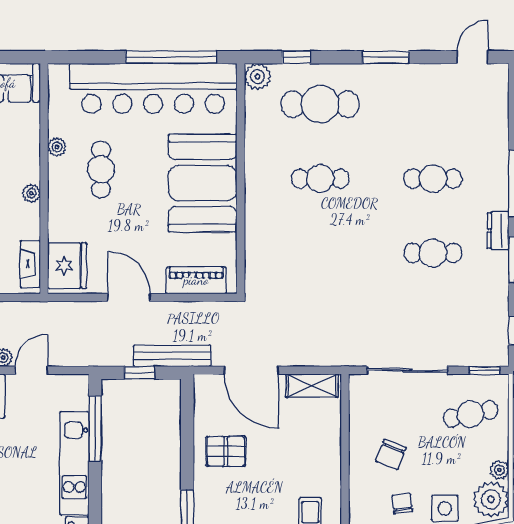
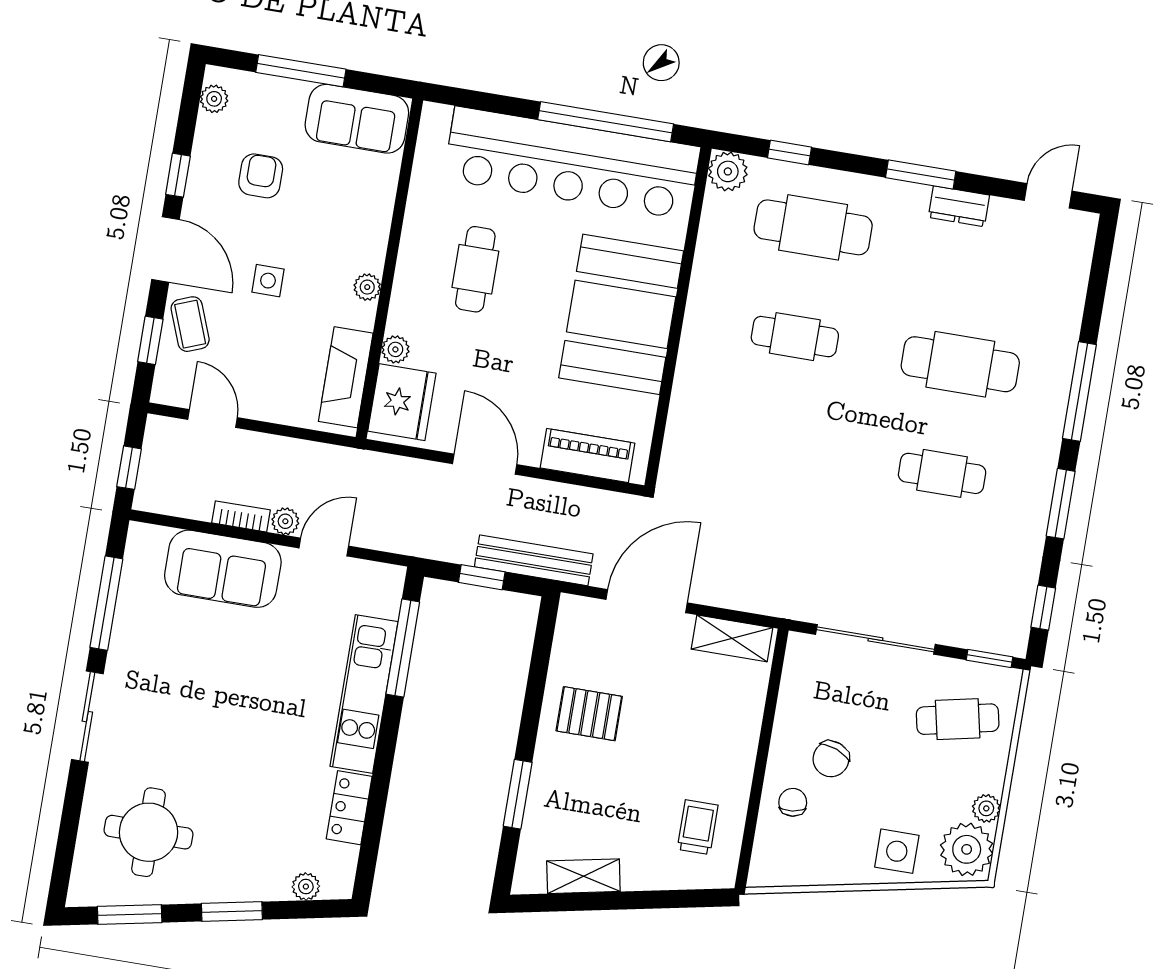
plant: (57, 147) -> (395, 349), moved
cafe table: (433, 179) -> (960, 364), width x1.37, depth x1.35
dresser: (498, 231) -> (959, 206), moved, turned -90
fireplace: (30, 264) -> (346, 377), width x1.37, depth x1.32
door: (251, 370) -> (647, 601), swing flipped
chair: (402, 503) -> (793, 802), moved

